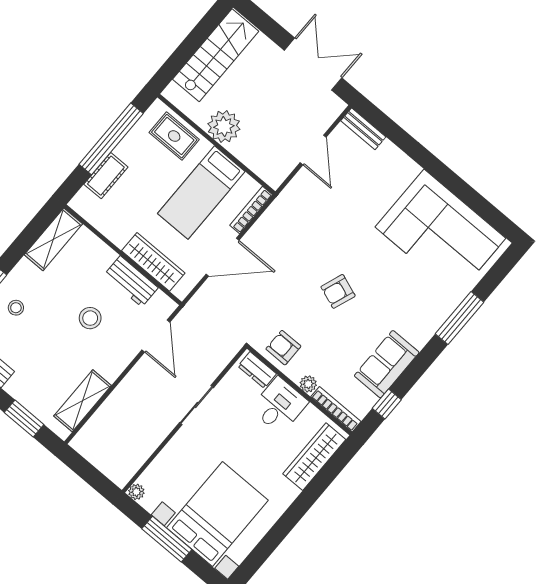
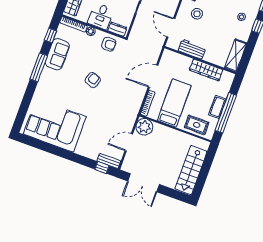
window: (381, 121) -> (102, 167), added
plant: (224, 127) -> (144, 127), moved
door: (313, 150) -> (129, 142), hinge flipped
cot: (106, 176) -> (217, 107), moved
wardrobe: (153, 262) -> (206, 70), moved
stool: (90, 318) -> (197, 14), moved
window: (460, 318) -> (39, 67), moved

